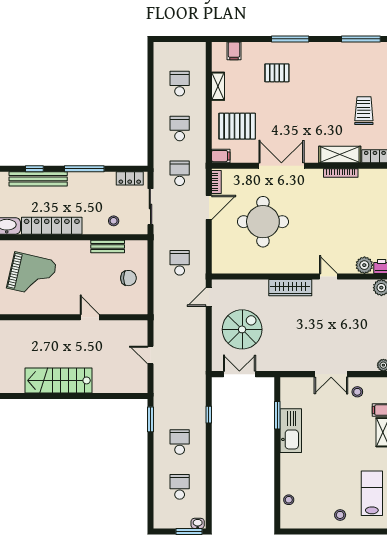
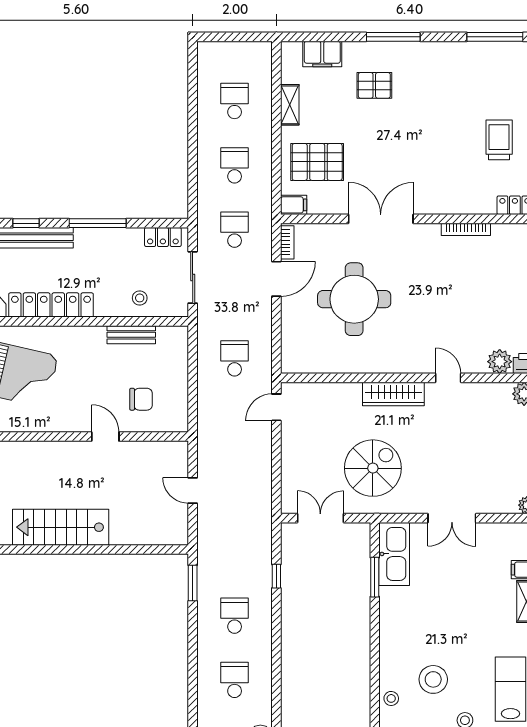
filing cabinet: (234, 51) -> (322, 54), width x2.00
shelving: (340, 155) -> (465, 203), removed
chair: (128, 278) -> (141, 399), moved
spiral stairs: (242, 329) -> (373, 468), moved
stool: (357, 392) -> (433, 679), moved, width x1.89, depth x1.89
kitchen sink: (291, 431) -> (394, 554), moved

